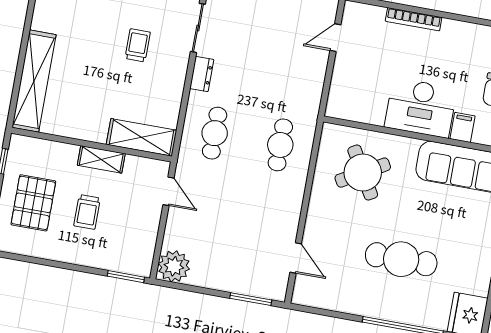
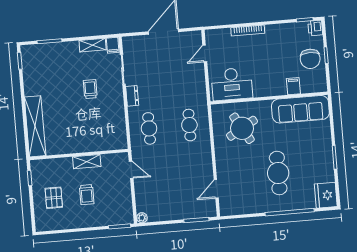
desk: (421, 108) -> (232, 84), moved
shelving: (141, 137) -> (107, 142), removed
pallet: (33, 203) -> (54, 198), width x0.67, depth x0.71
door: (296, 258) -> (216, 189), swing flipped
cafe table: (401, 259) -> (278, 173), turned 90
plant: (174, 266) -> (142, 218), width x0.53, depth x0.53

